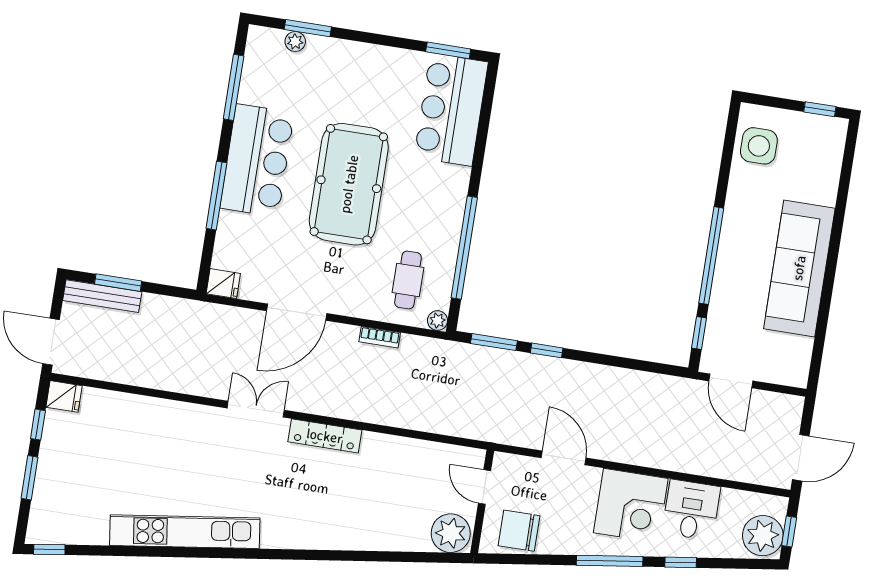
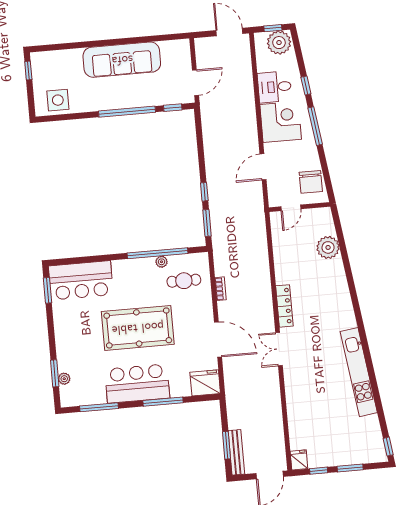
fridge: (223, 284) -> (205, 383), width x1.88, depth x1.34
plant: (437, 321) -> (161, 262), moved
plant: (451, 533) -> (328, 247), moved

